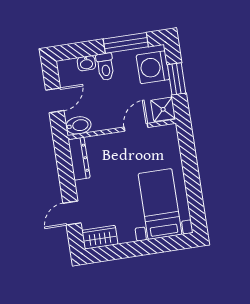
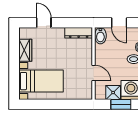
shower: (163, 109) -> (113, 93), moved
wardrobe: (100, 237) -> (25, 50), moved

